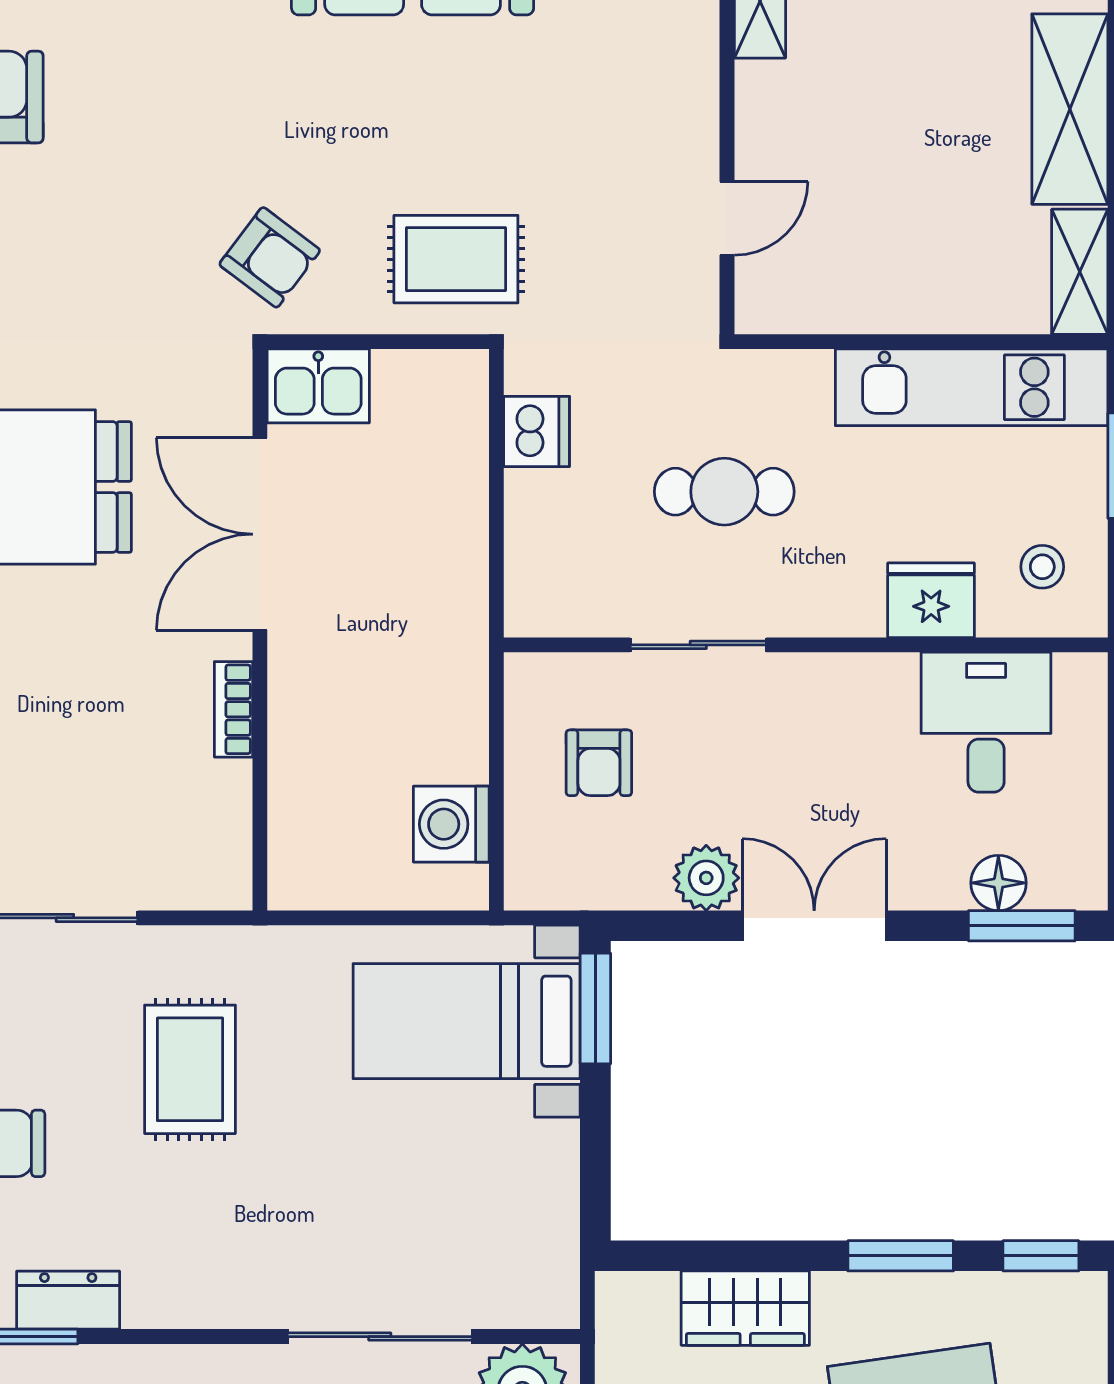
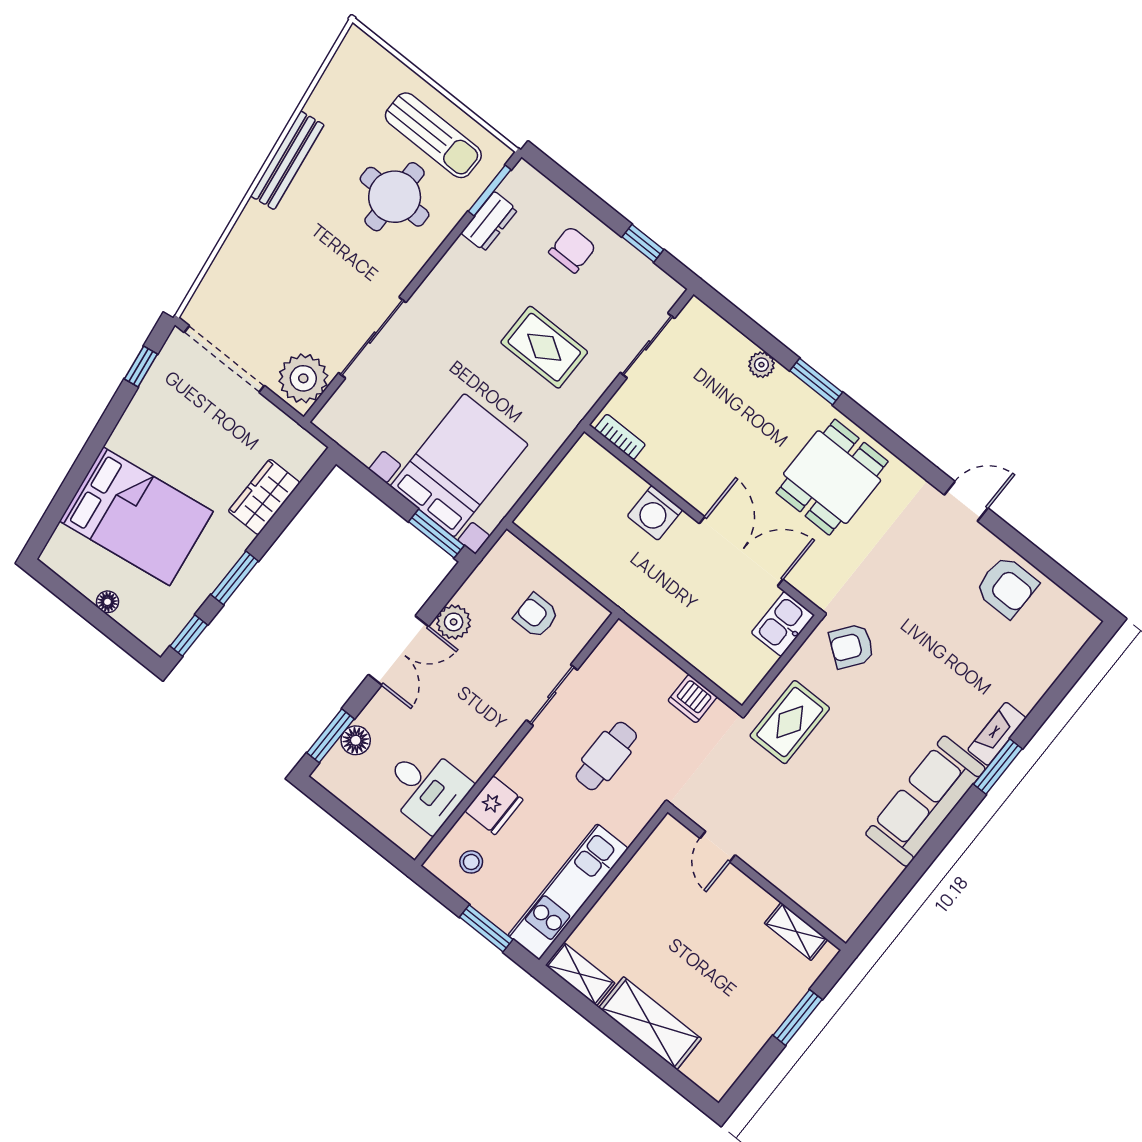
bookcase: (233, 709) -> (620, 437), moved
washing machine: (451, 824) -> (655, 513), moved, turned 180
bed with nightstands: (467, 1021) -> (459, 465), width x1.36

